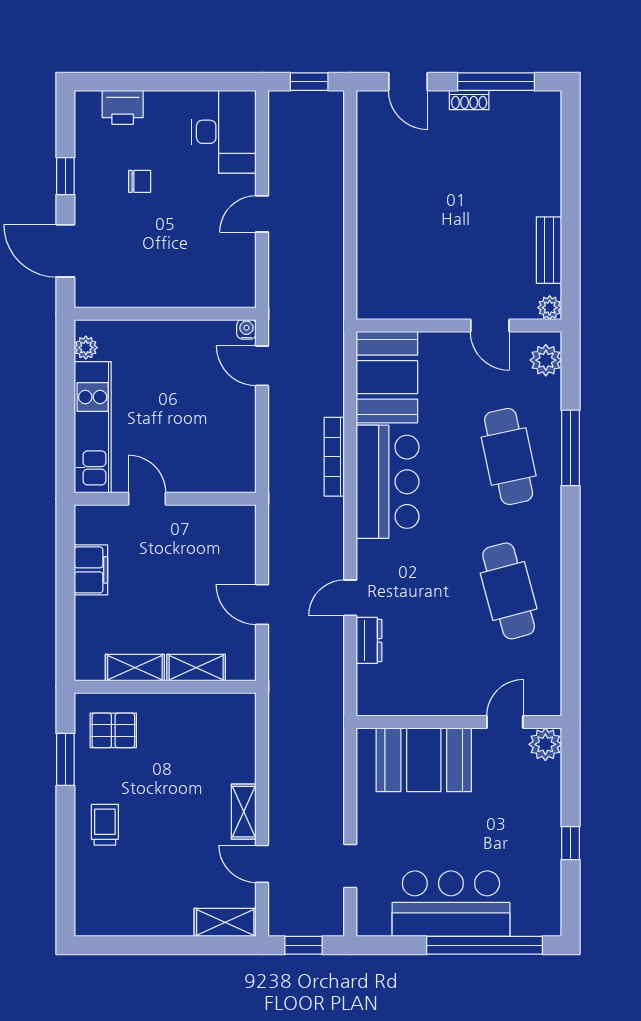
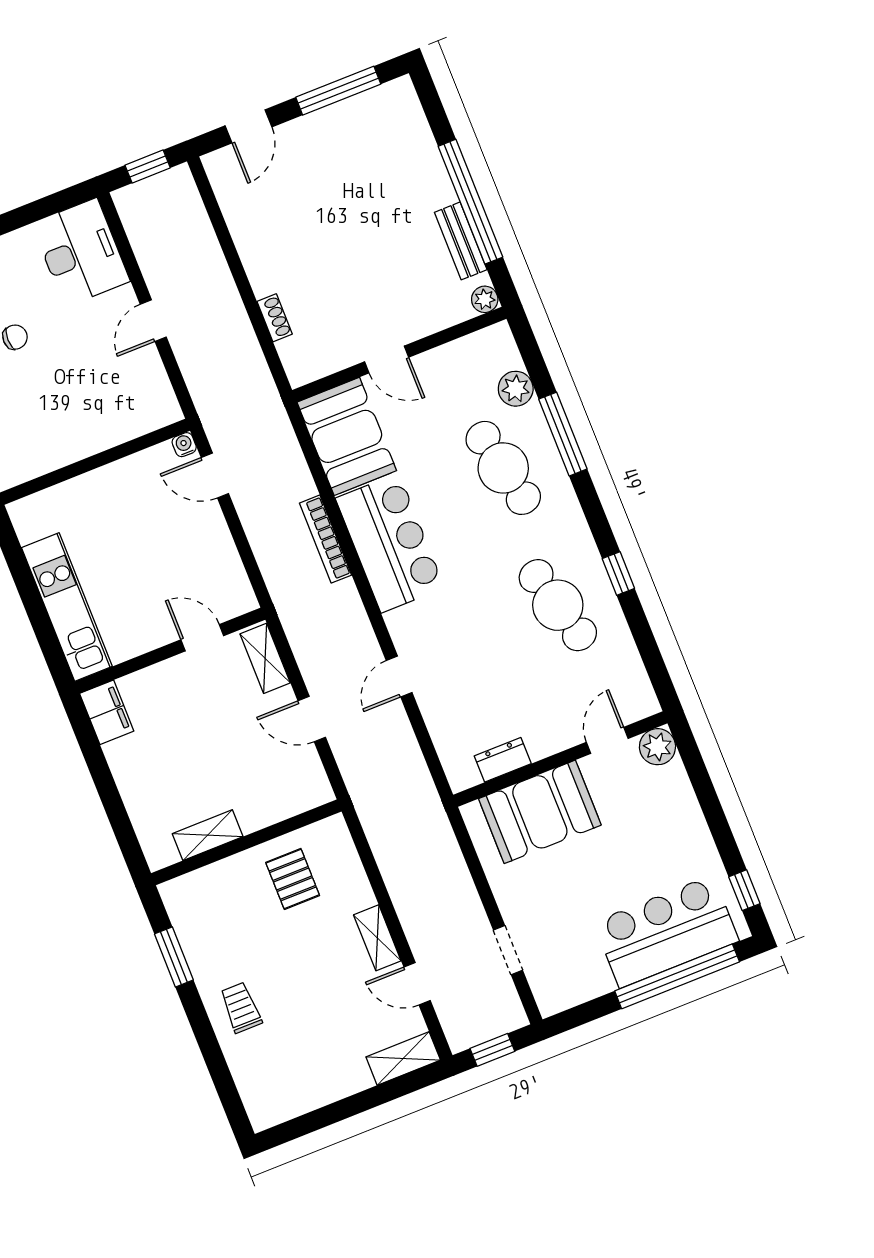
door: (408, 82) -> (248, 126), hinge flipped
shoe rack: (469, 100) -> (275, 318), moved, turned -90
window: (571, 220) -> (470, 202), added
door: (490, 325) -> (387, 359), moved
plant: (86, 348) -> (28, 529), removed
plant: (546, 360) -> (516, 389), moved
door: (147, 499) -> (202, 638), moved
filing cabinet: (91, 570) -> (107, 712), moved
window: (571, 585) -> (618, 573), added
dresser: (369, 640) -> (503, 760), moved, turned -90
shelving: (196, 668) -> (265, 658), moved, turned 90
pallet: (113, 730) -> (293, 879), moved, turned 90
window: (571, 843) -> (744, 890), moved
bar counter: (451, 904) -> (666, 932), moved

